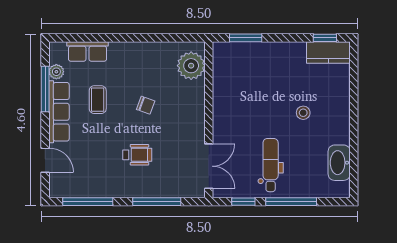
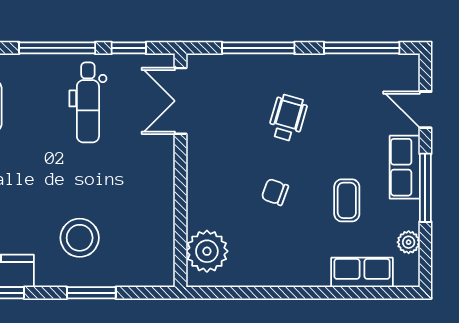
window: (246, 38) -> (91, 293), moved
window: (45, 89) -> (425, 188), moved
row of seats: (59, 112) -> (405, 167), width x0.68
stool: (303, 113) -> (80, 238), moved, width x1.89, depth x1.89
wheelchair: (137, 155) -> (288, 118), turned 106

